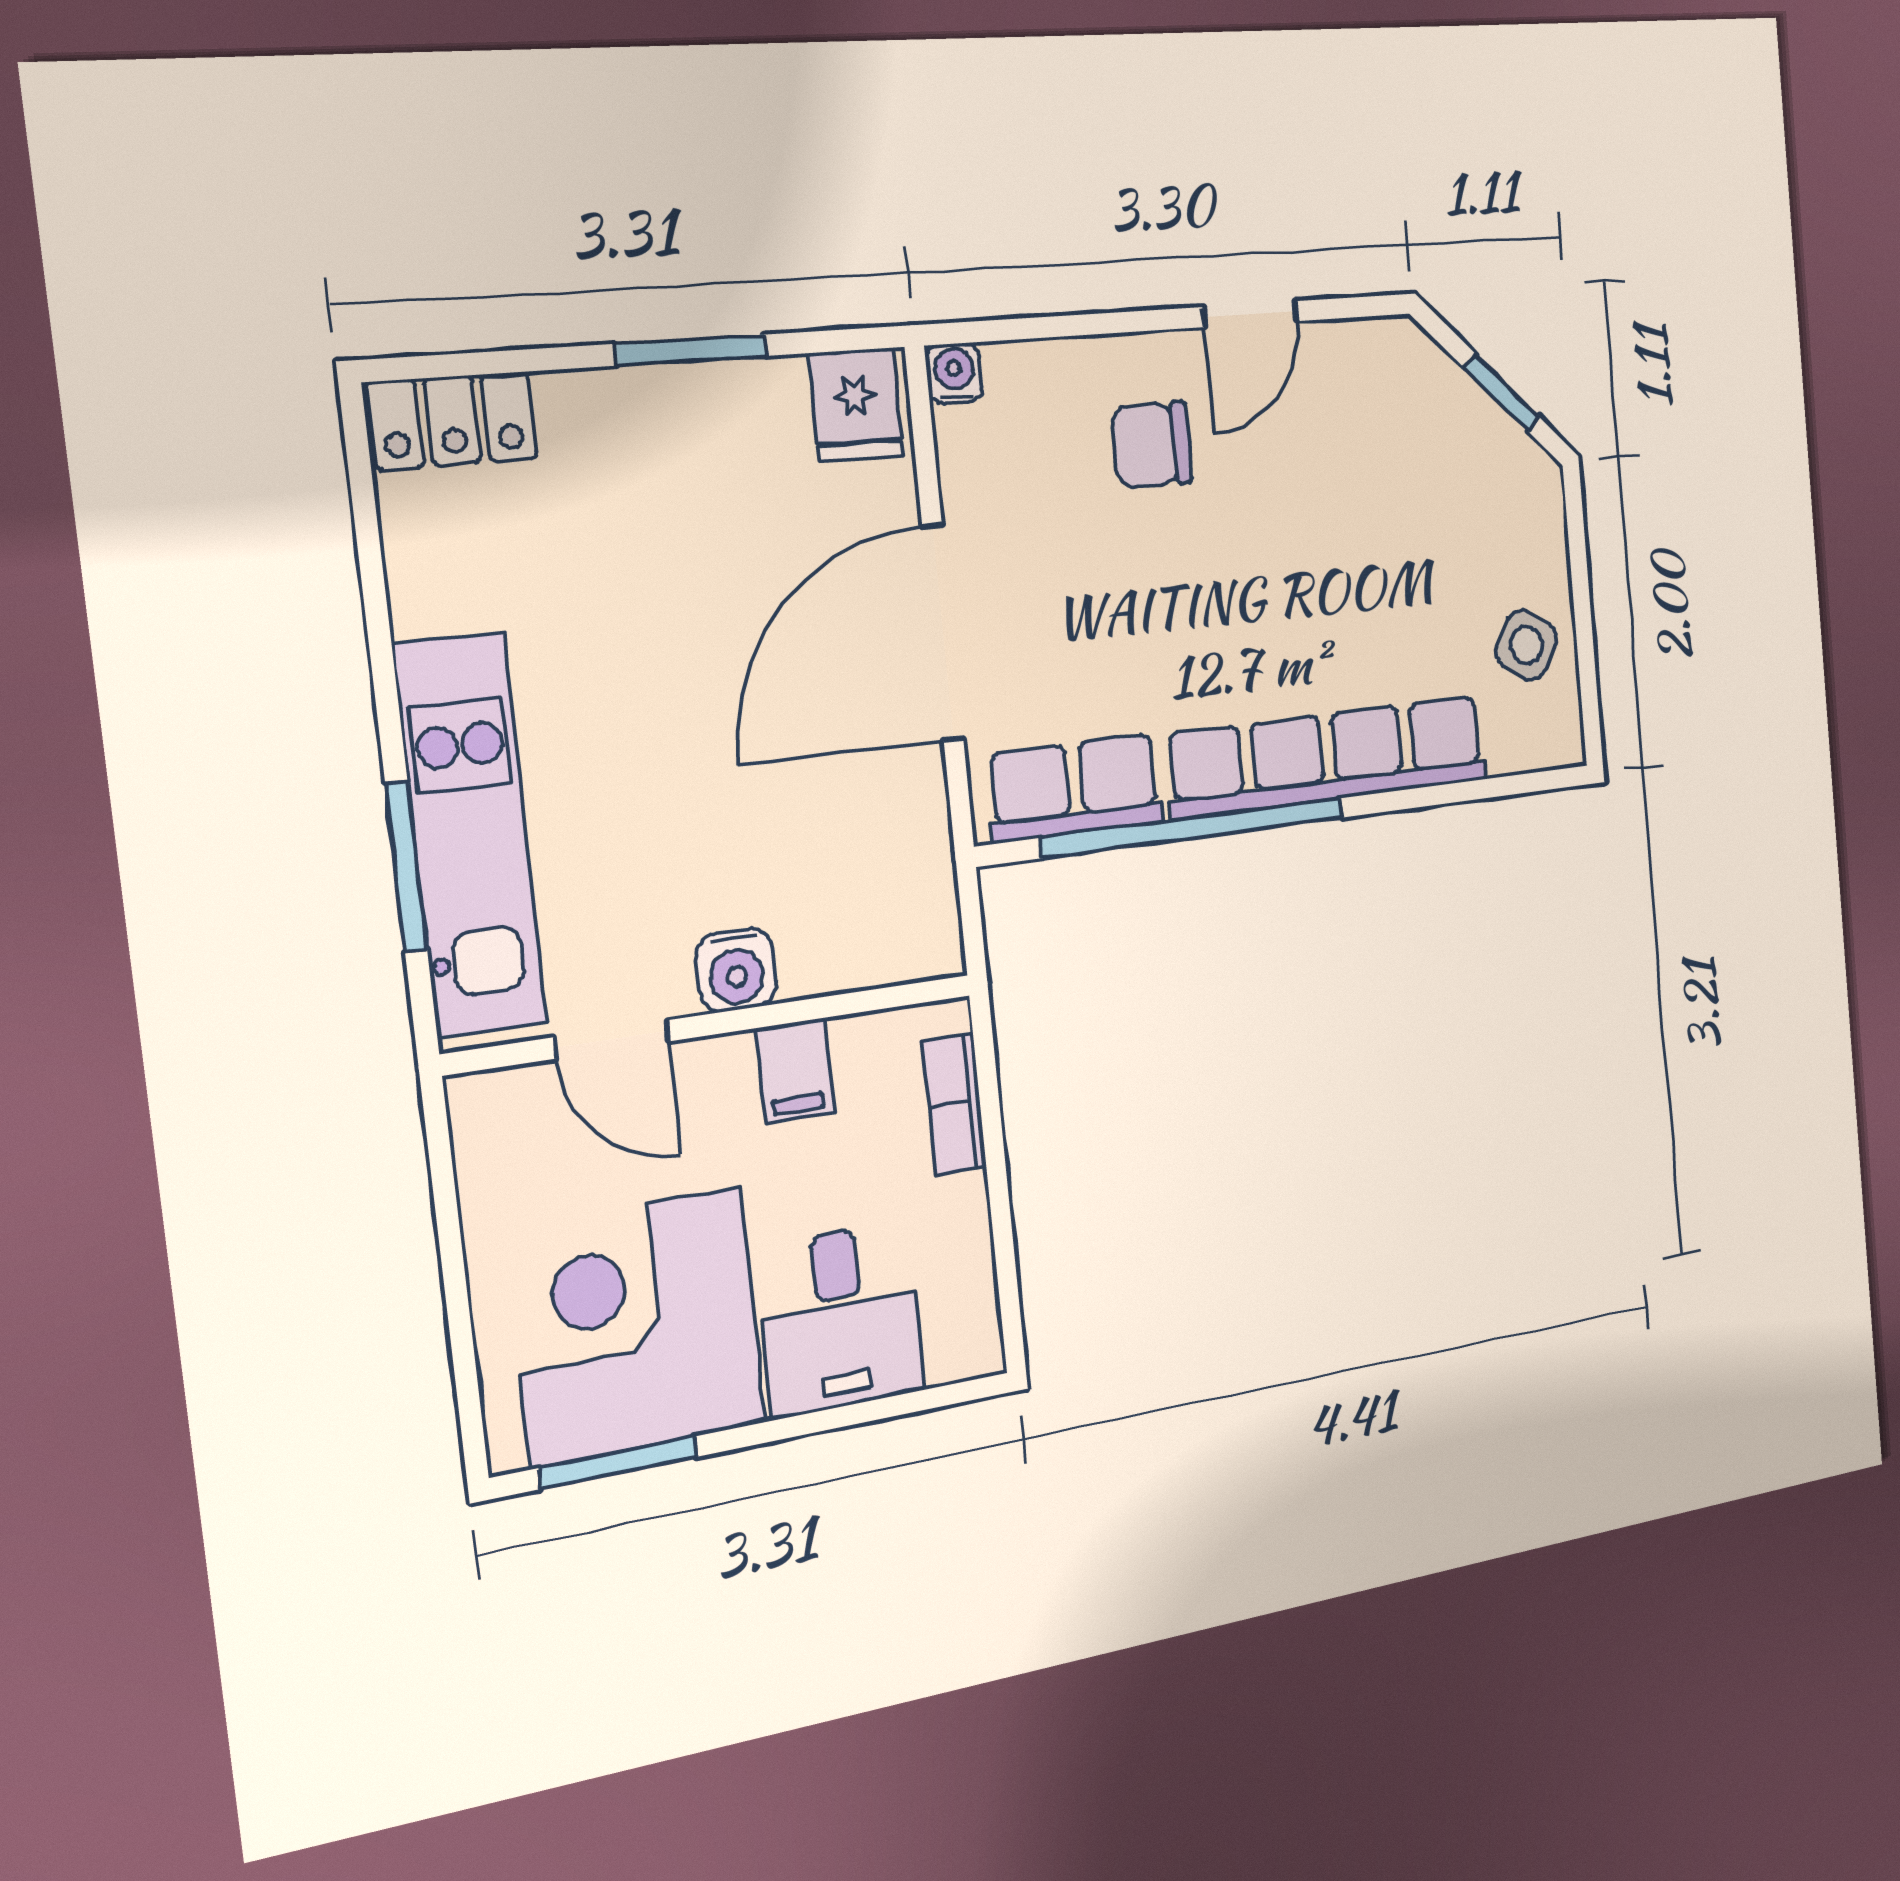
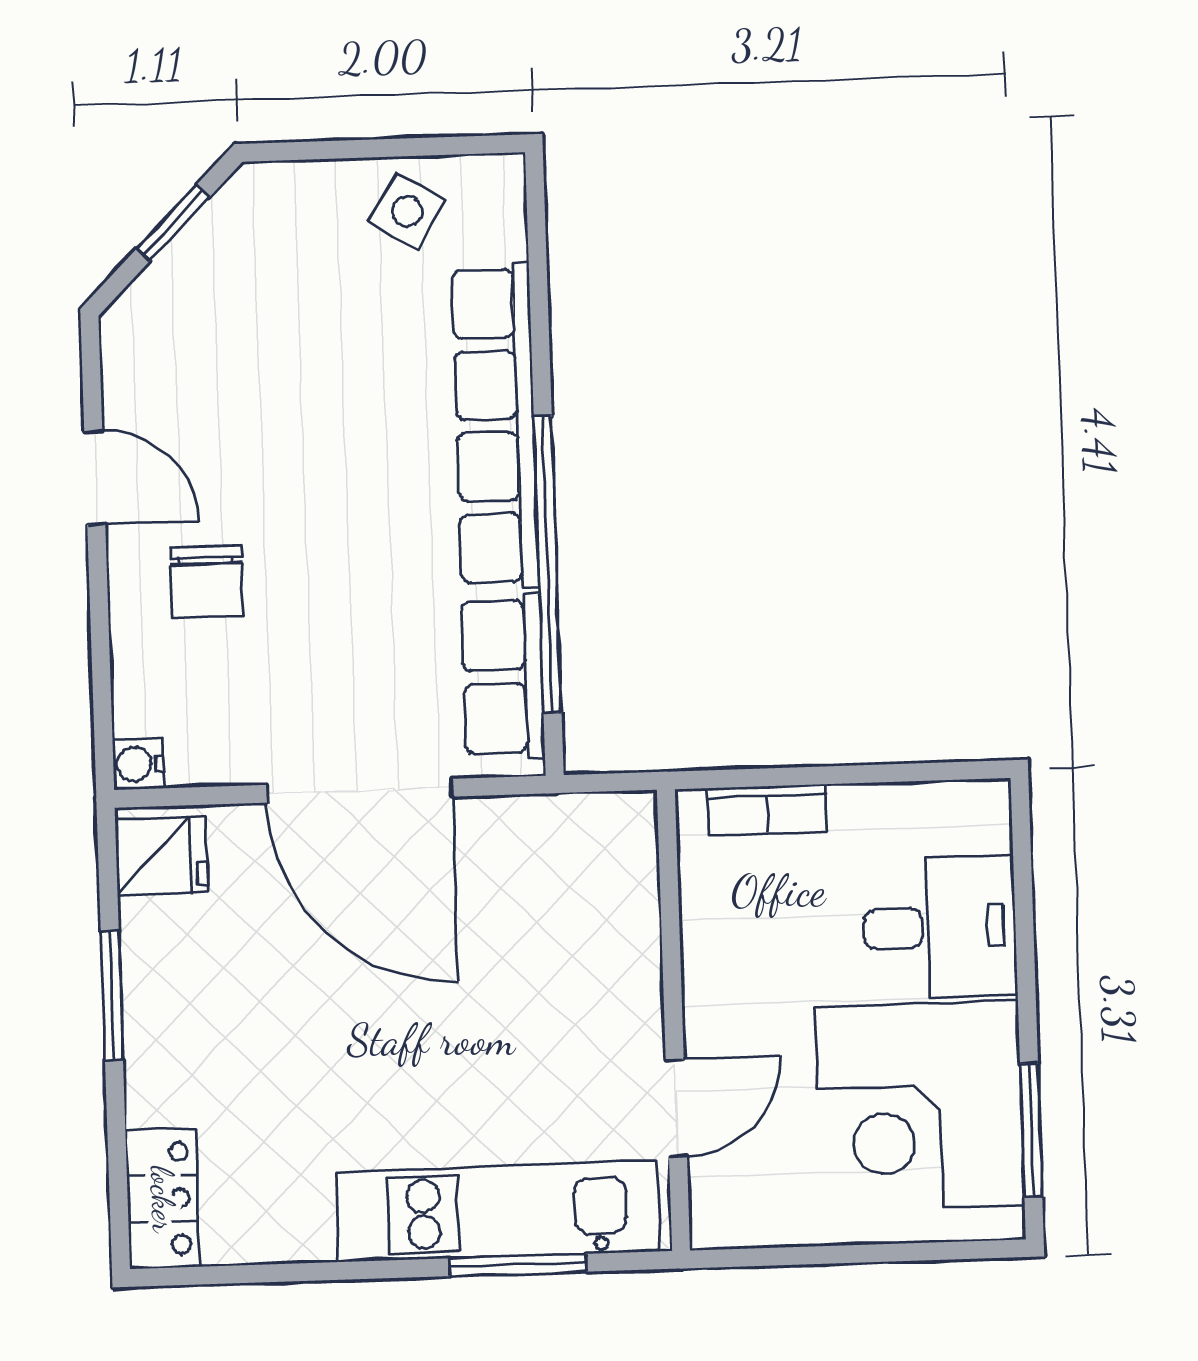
water cooler: (736, 970) -> (630, 997), removed
filing cabinet: (795, 1071) -> (721, 952), removed

